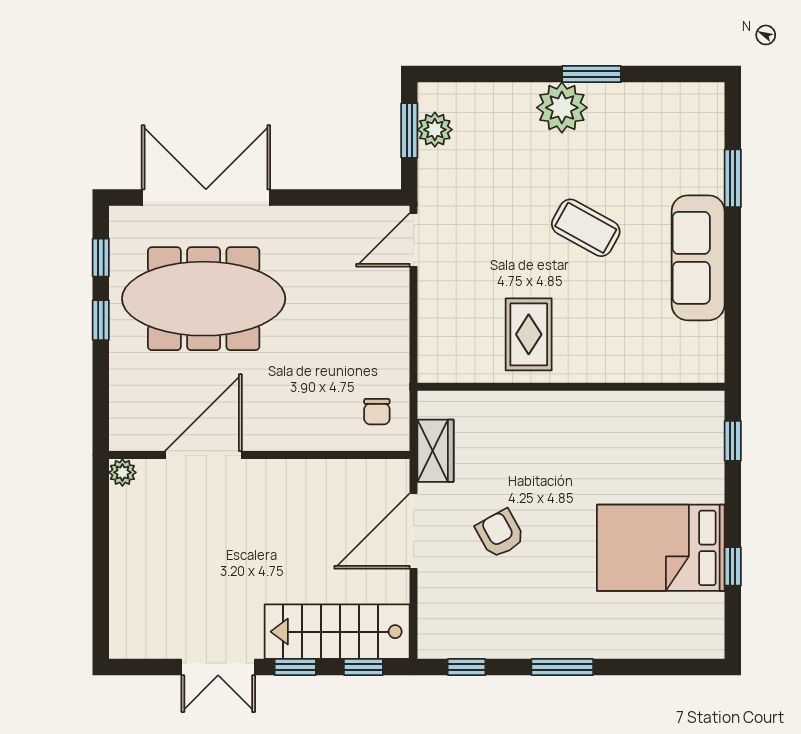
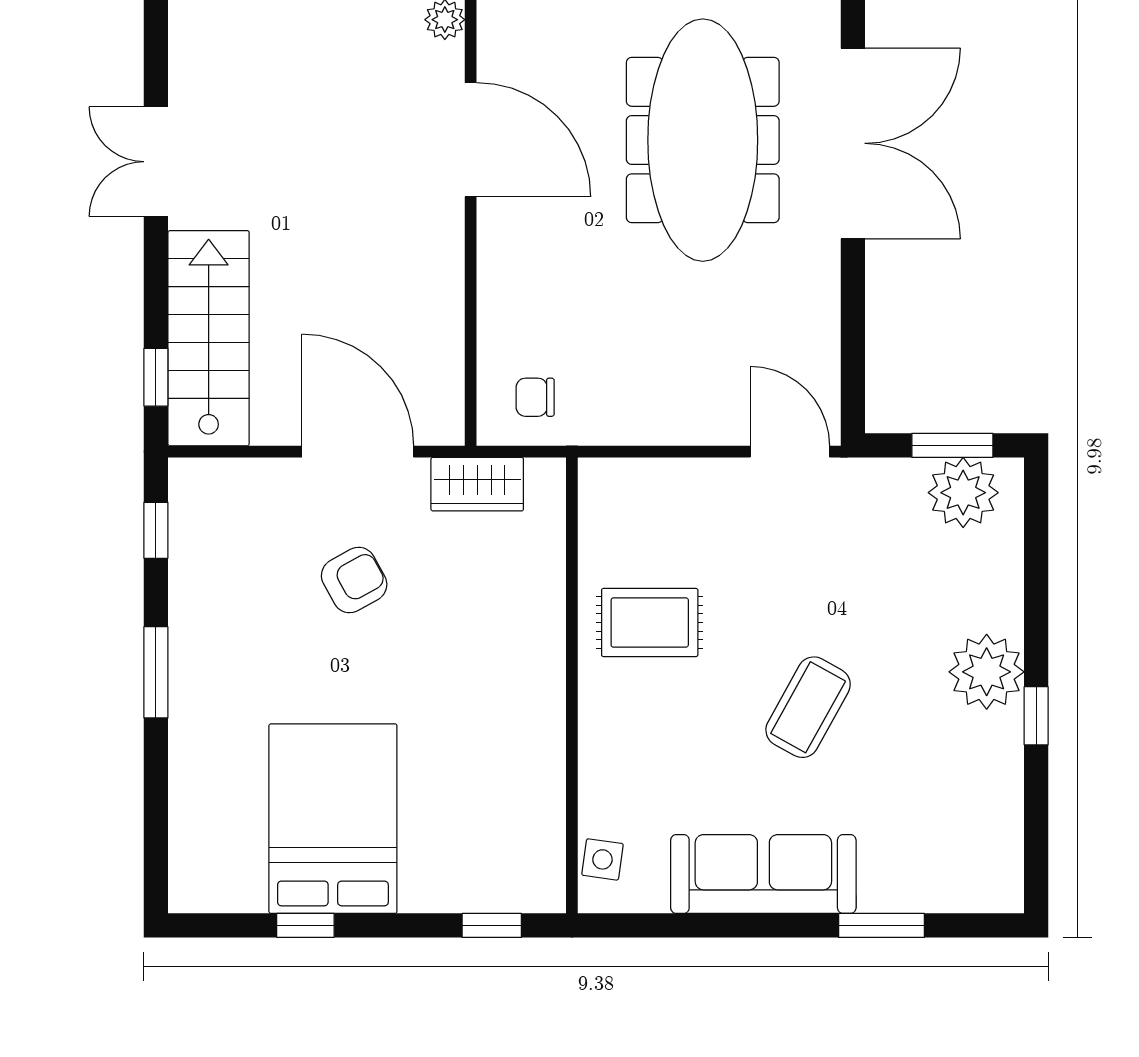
window: (592, 74) -> (1036, 716), width x0.67
plant: (435, 130) -> (963, 493), width x1.36, depth x1.36
side table: (688, 366) -> (602, 859), added
window: (295, 667) -> (156, 276), removed

